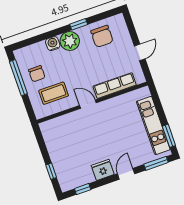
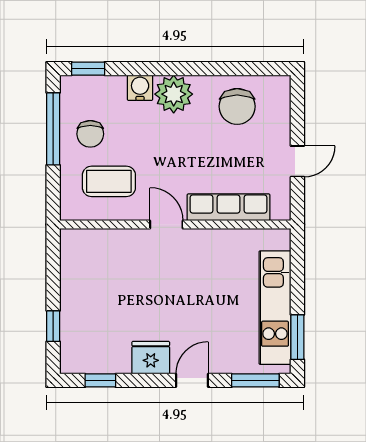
window: (79, 24) -> (88, 69), moved

